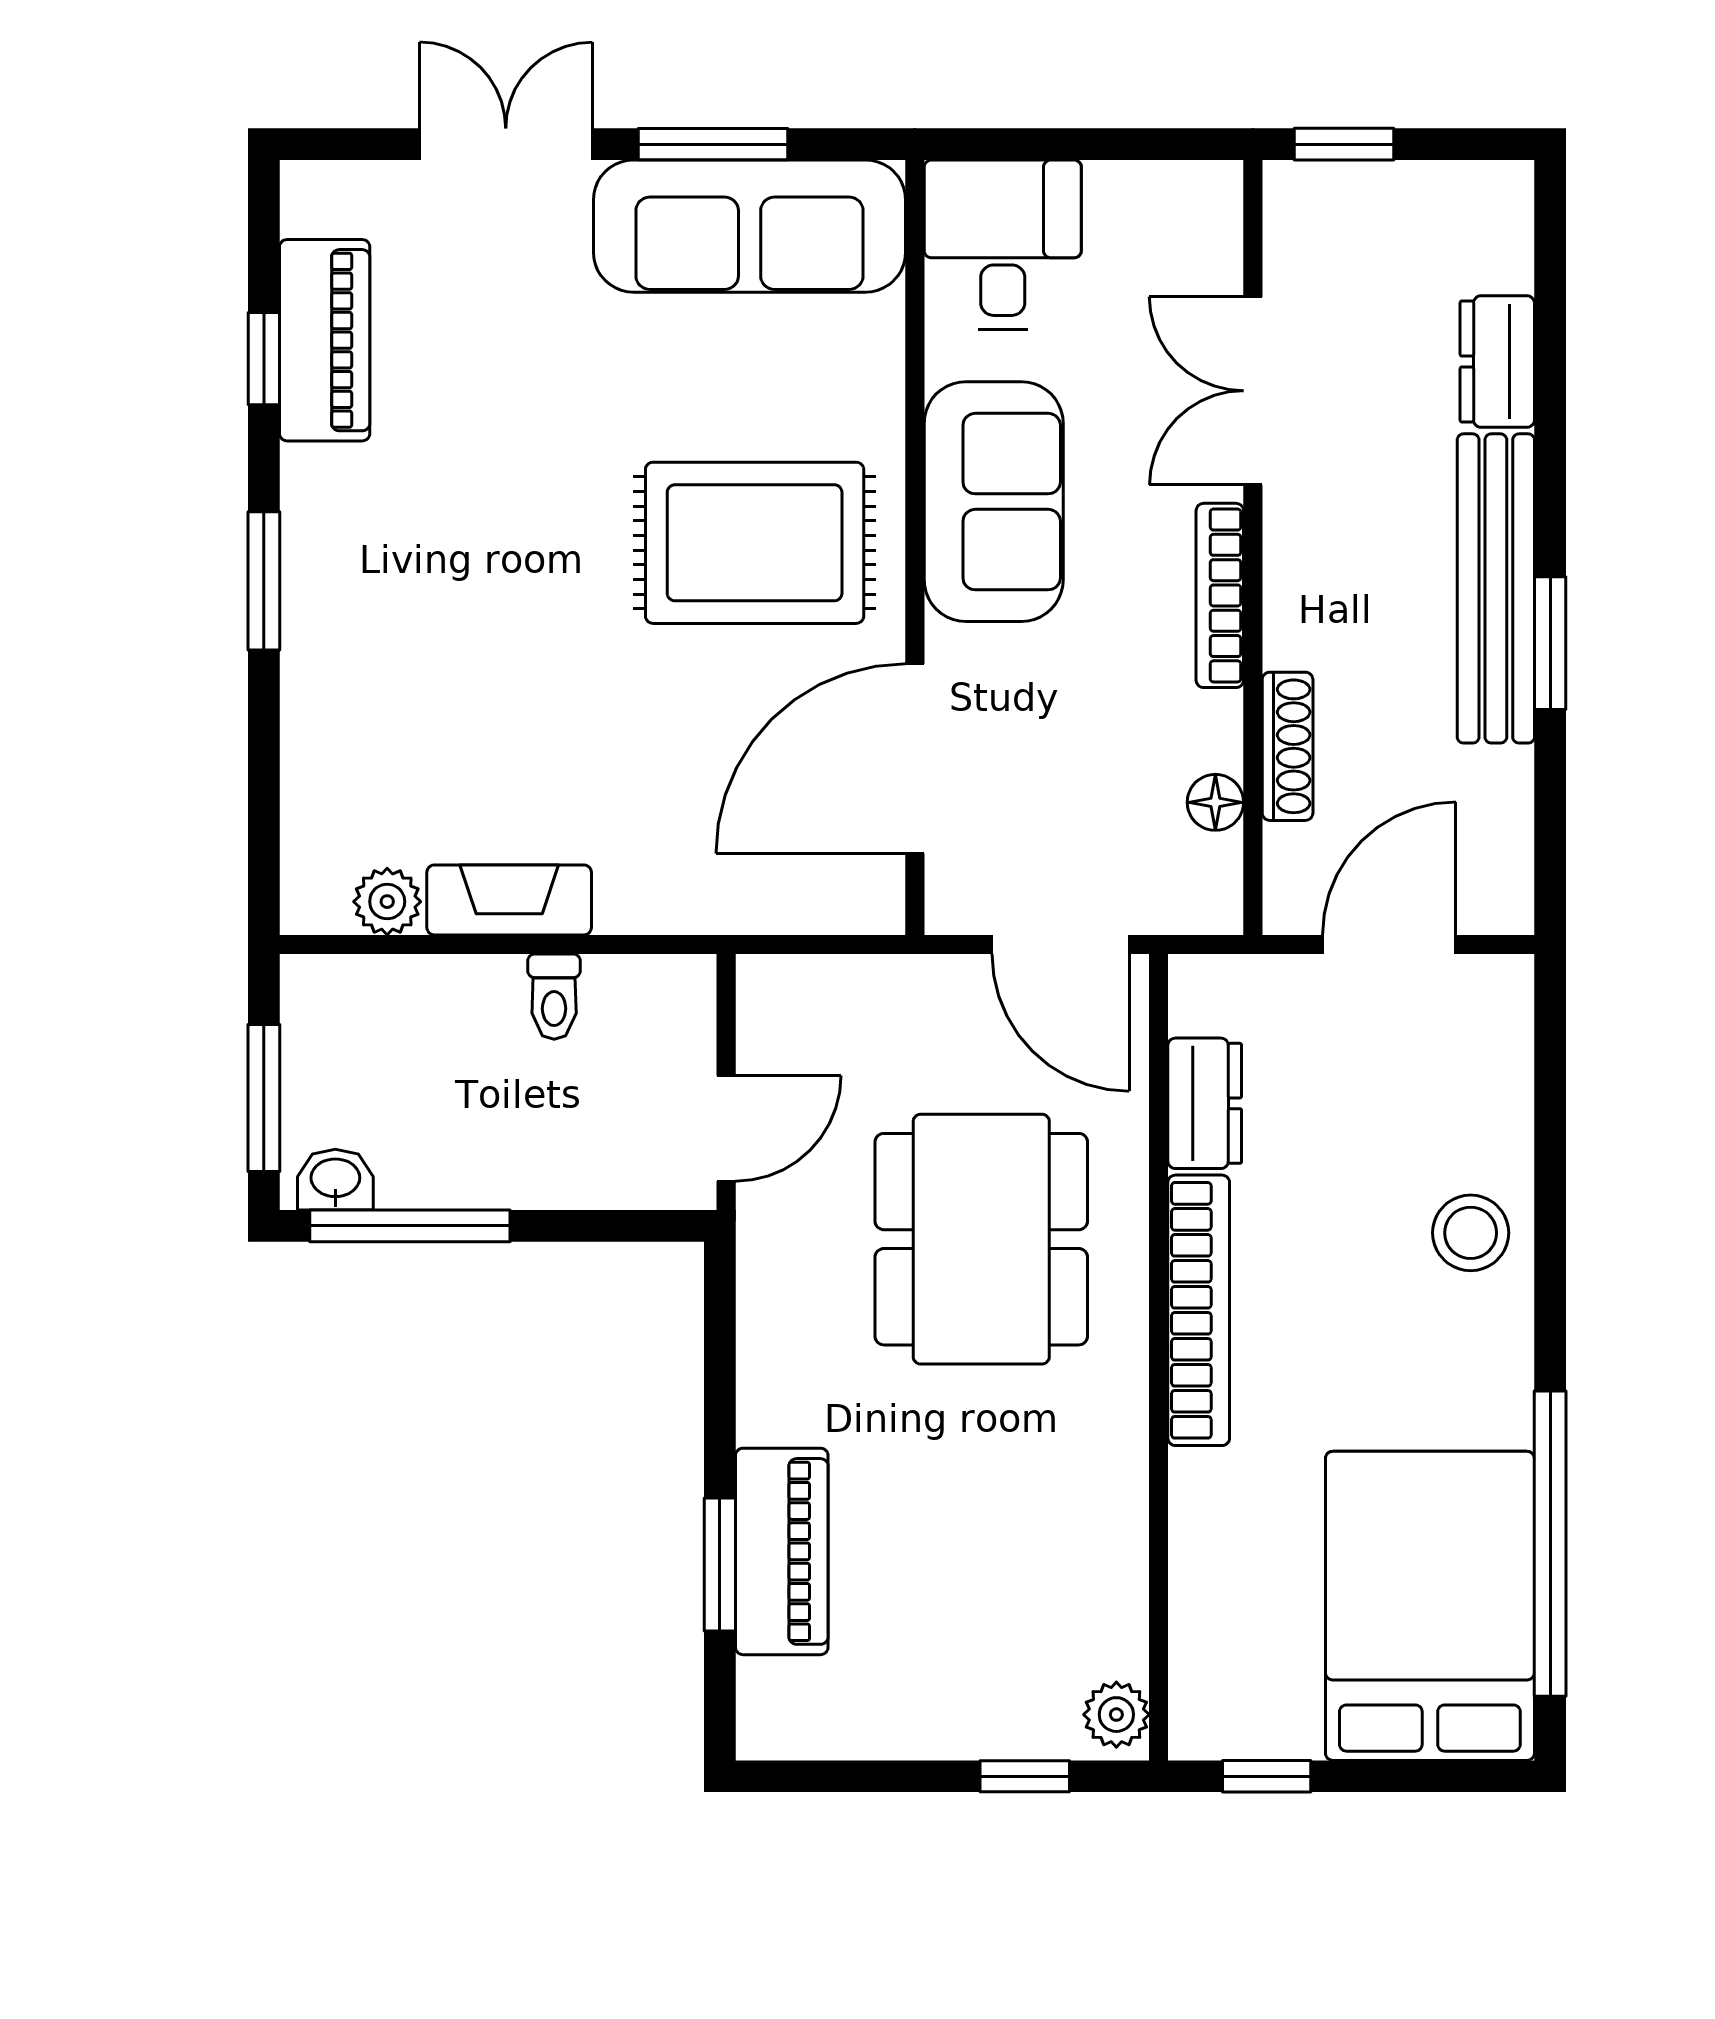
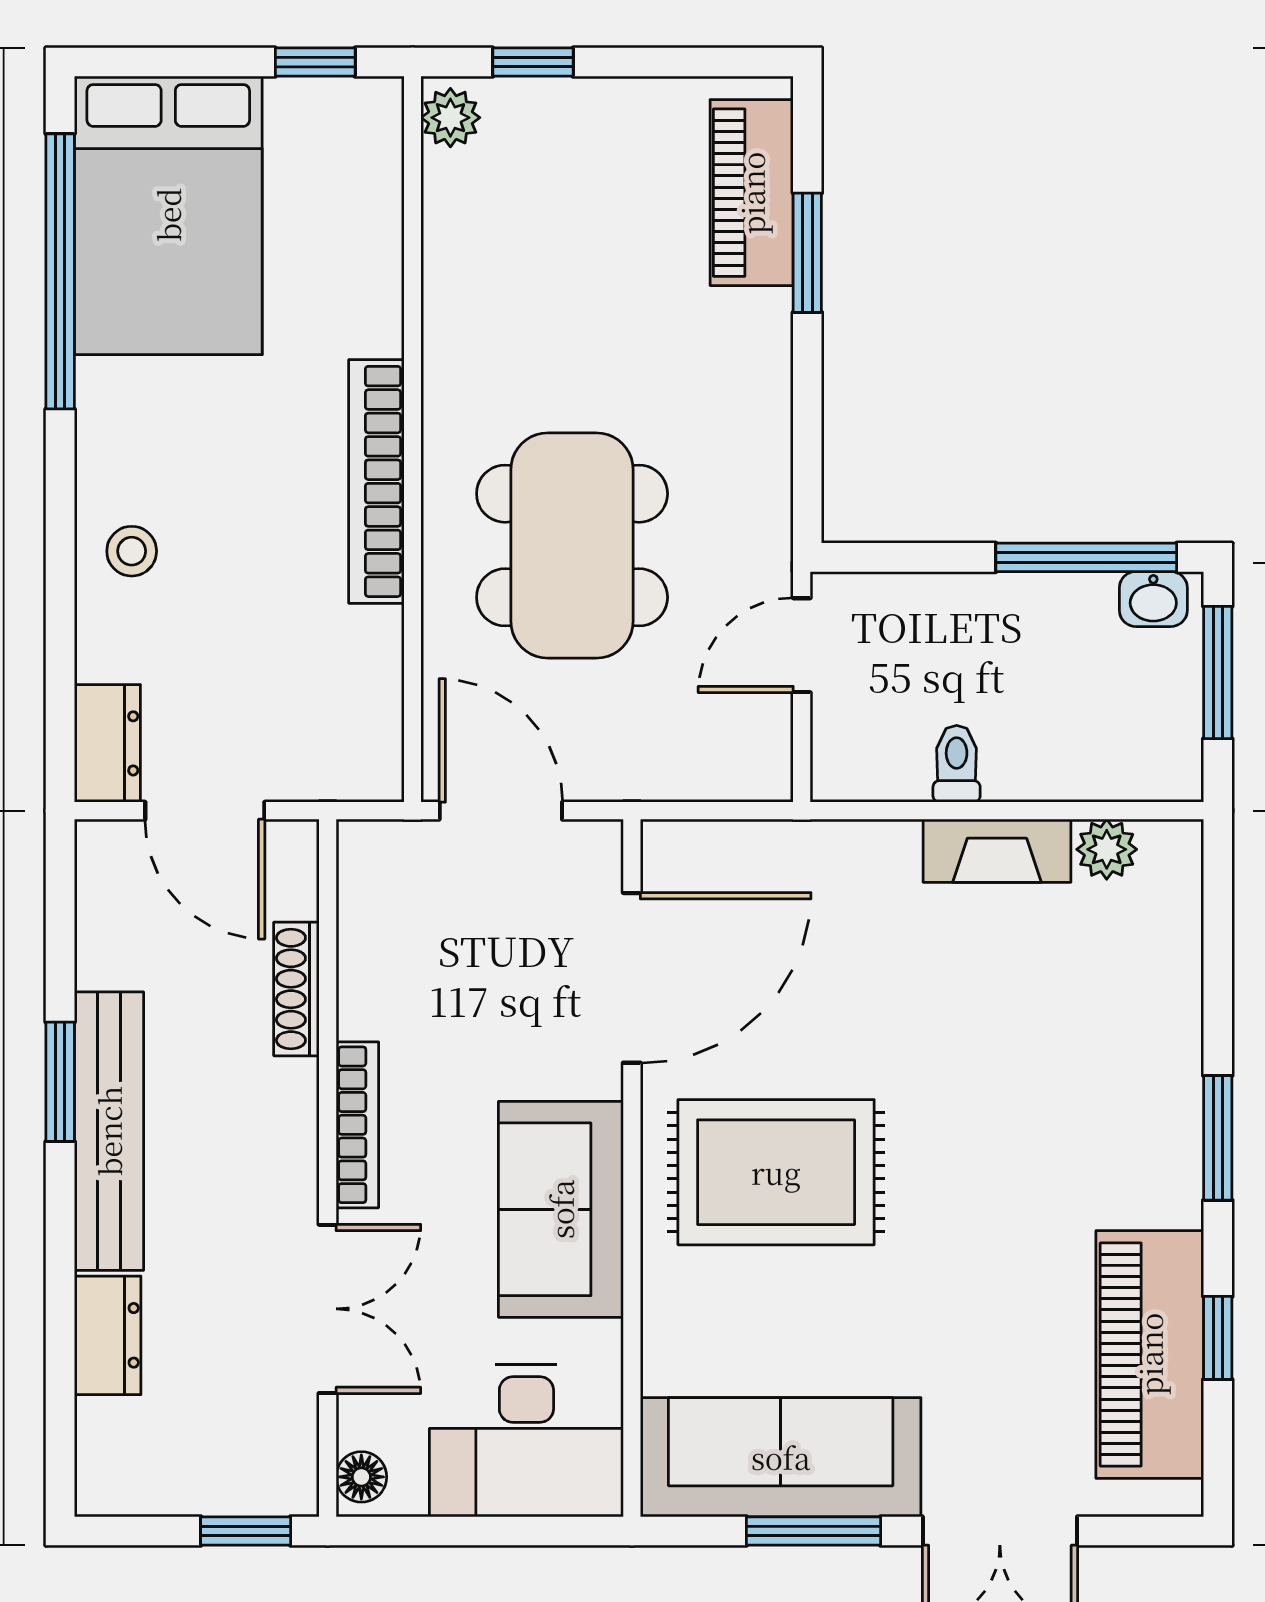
desk: (1003, 244) -> (526, 1441), width x1.37
piano: (325, 340) -> (1150, 1354), width x1.37, depth x1.33
floor lamp: (1215, 802) -> (361, 1477), moved
door: (1389, 944) -> (205, 811), hinge flipped
dresser: (1205, 1103) -> (107, 743), moved, turned 180
stool: (1471, 1233) -> (132, 551), width x0.73, depth x0.73
piano: (782, 1551) -> (752, 193), moved

